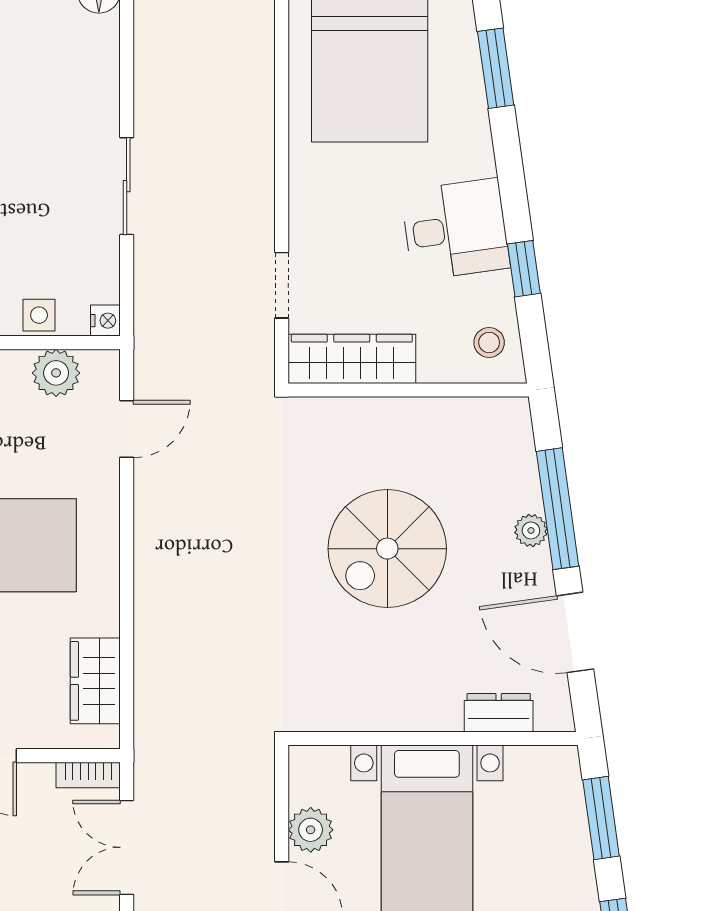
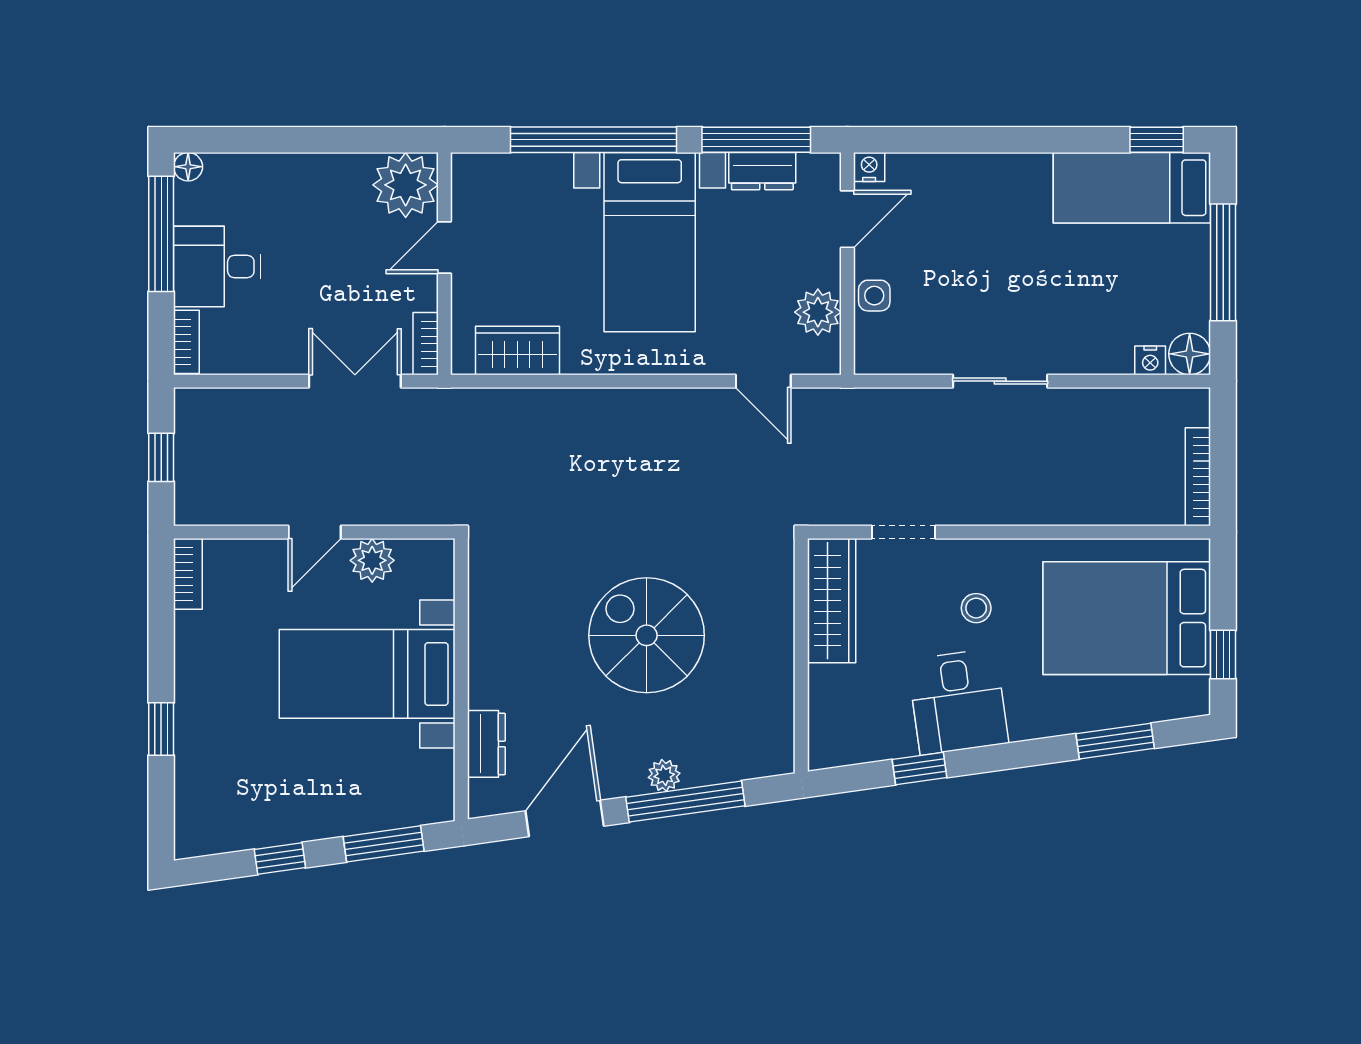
nightstand: (105, 321) -> (1150, 360), moved
stool: (489, 343) -> (976, 608), moved

